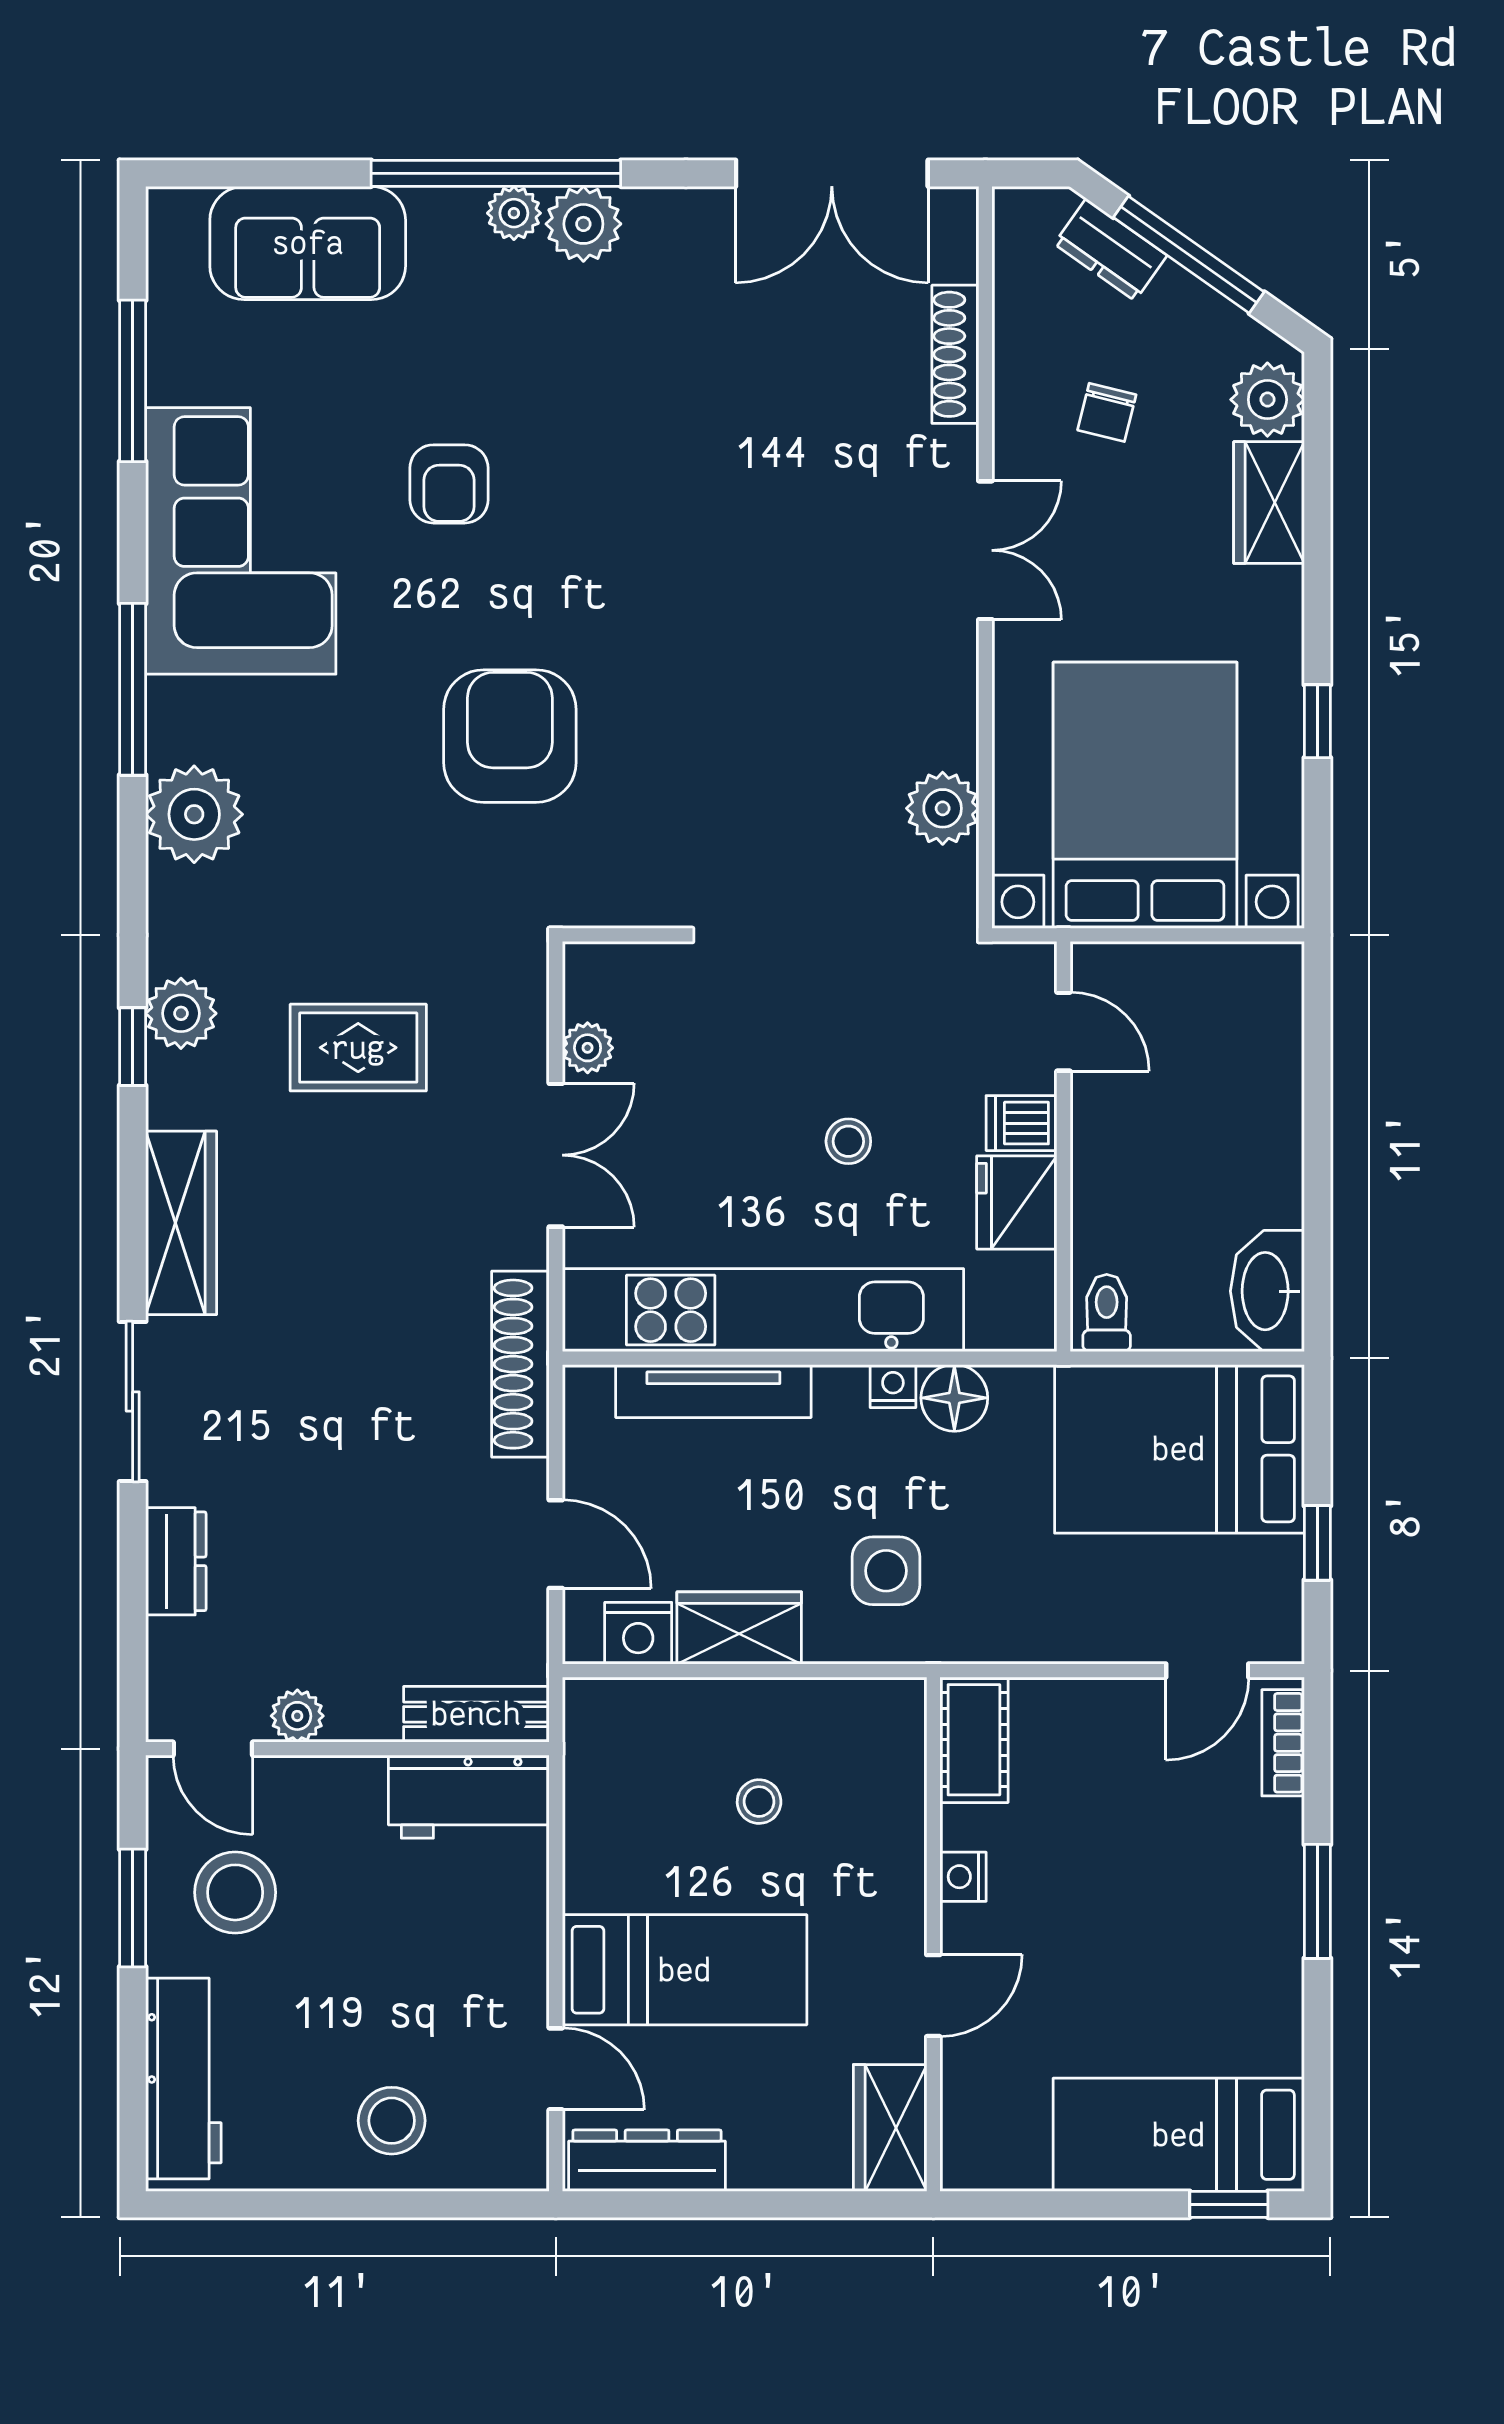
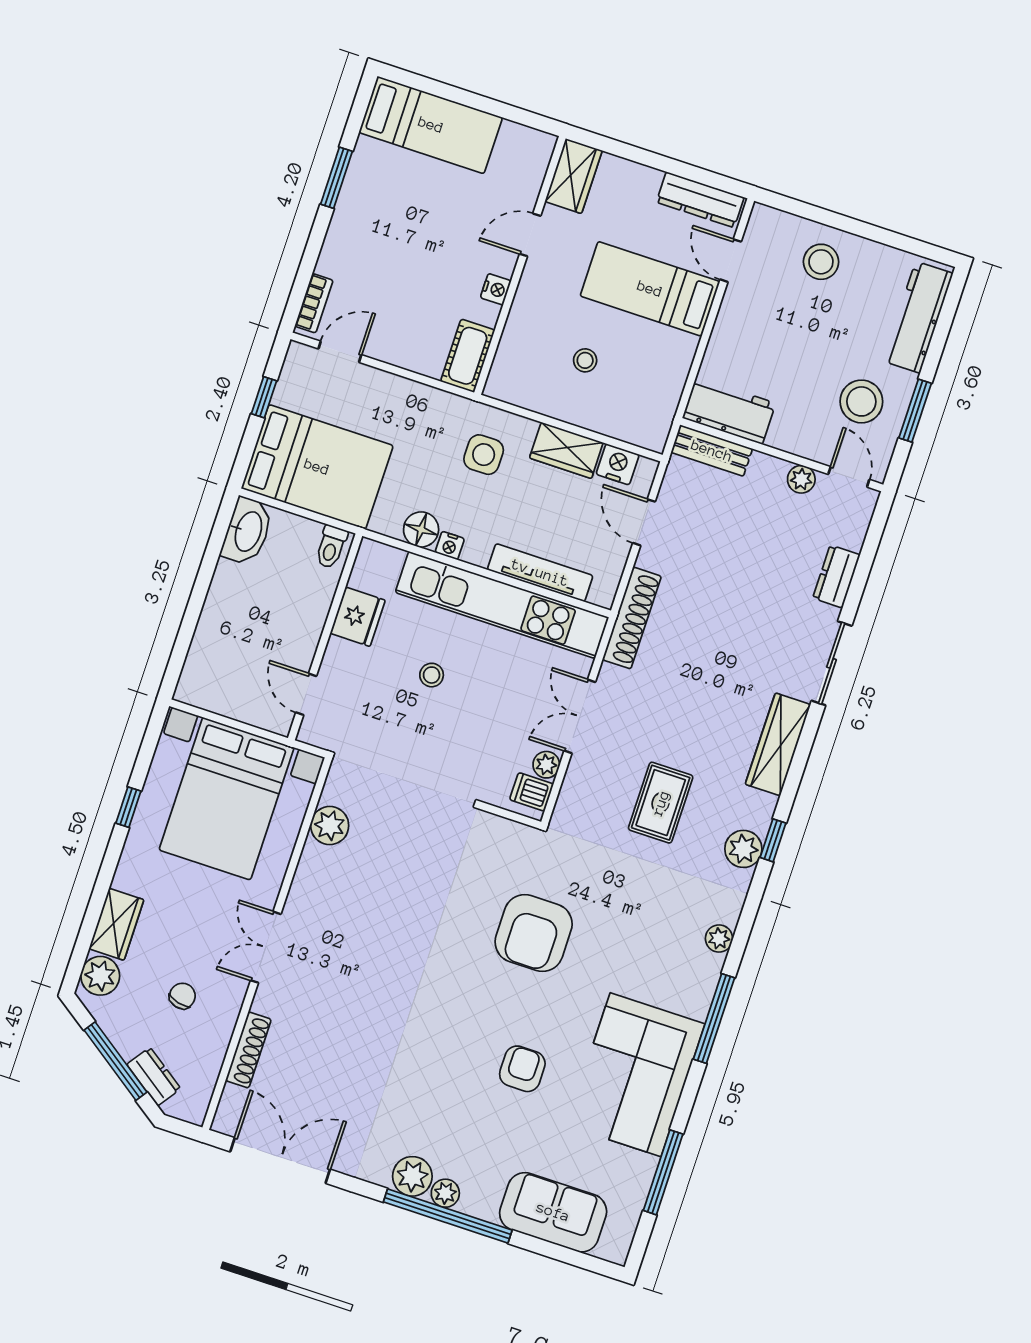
plant: (194, 814) -> (719, 938), width x0.53, depth x0.53
rug: (358, 1048) -> (661, 803), turned 90
dishwasher: (1021, 1123) -> (532, 792), moved, turned 180
window: (1317, 1901) -> (337, 178), moved
window: (1229, 2204) -> (417, 82), removed

